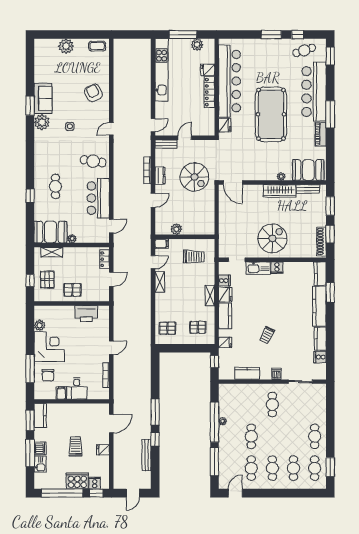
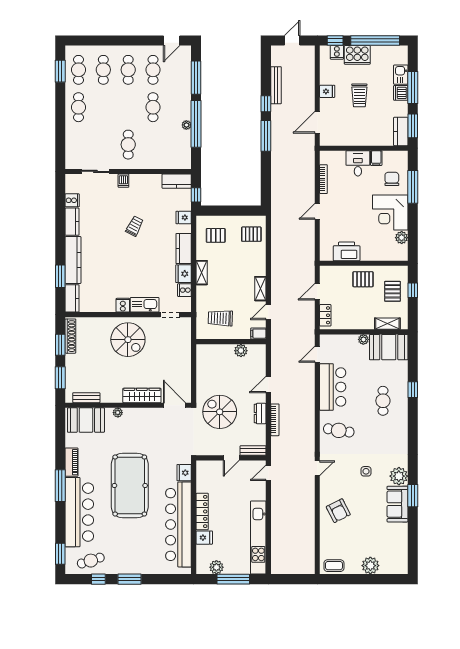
wardrobe: (279, 191) -> (142, 395), moved
spiral stairs: (273, 238) -> (128, 340), turned -90
kitchen counter: (247, 373) -> (177, 181), moved

